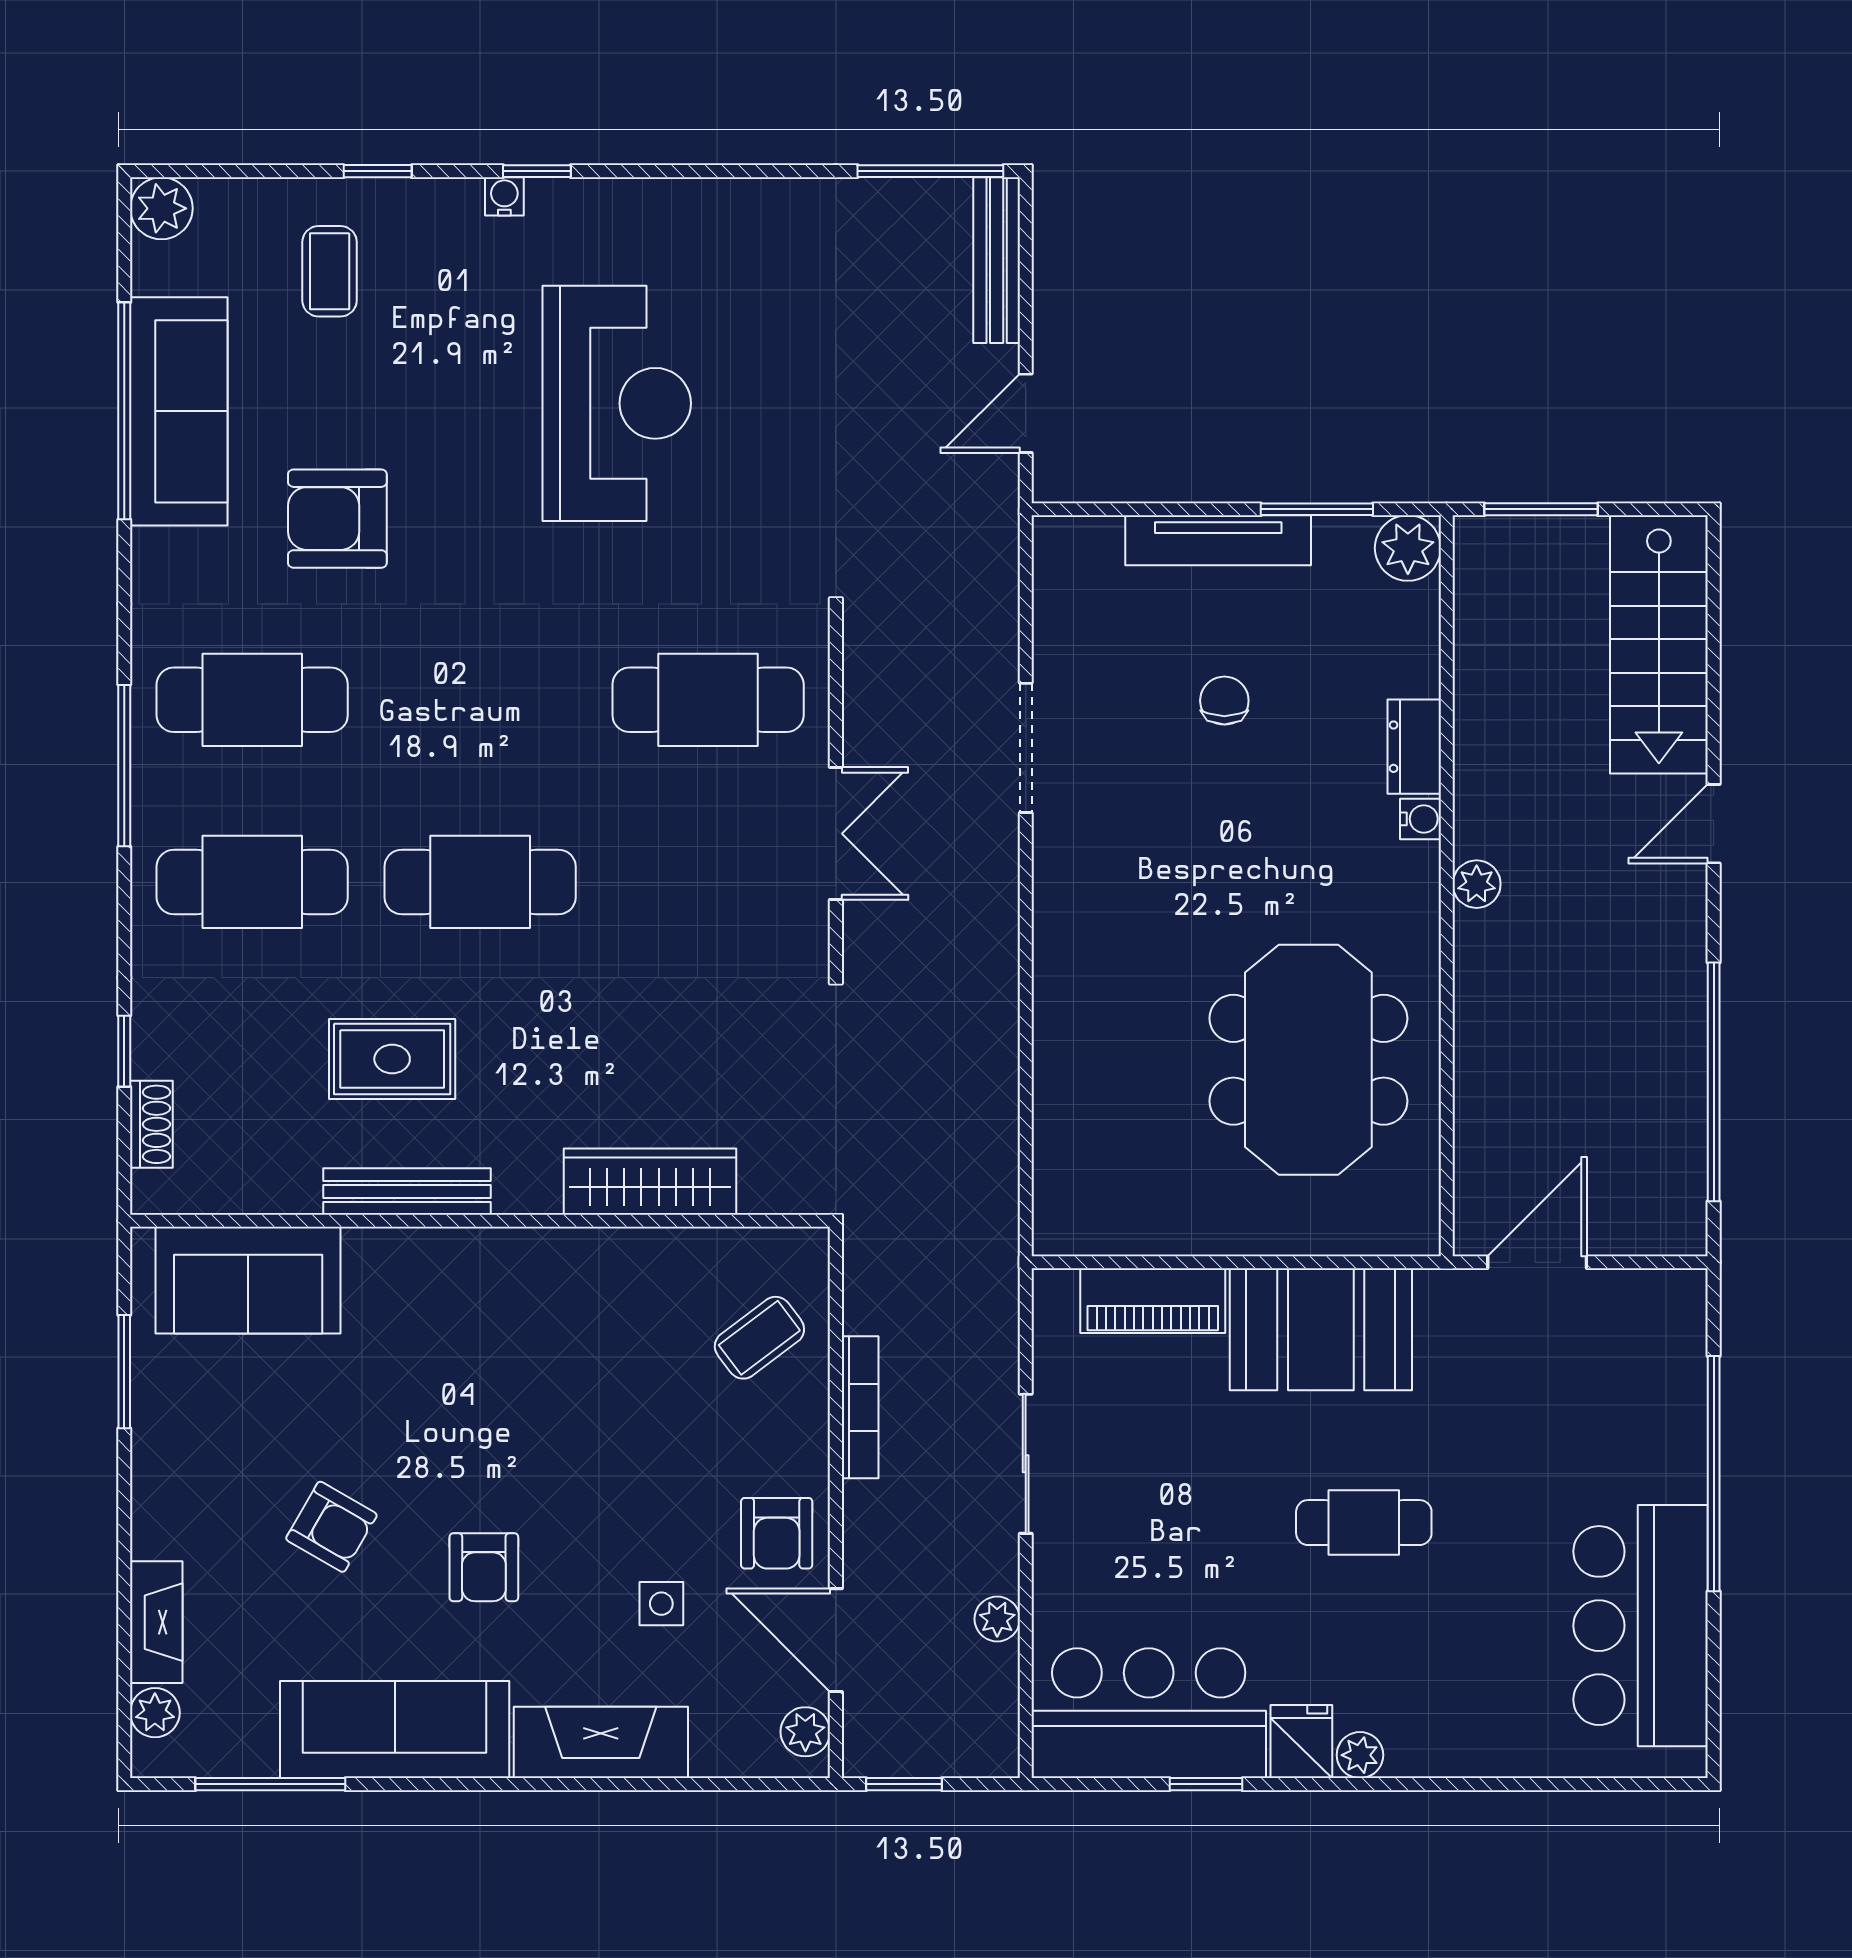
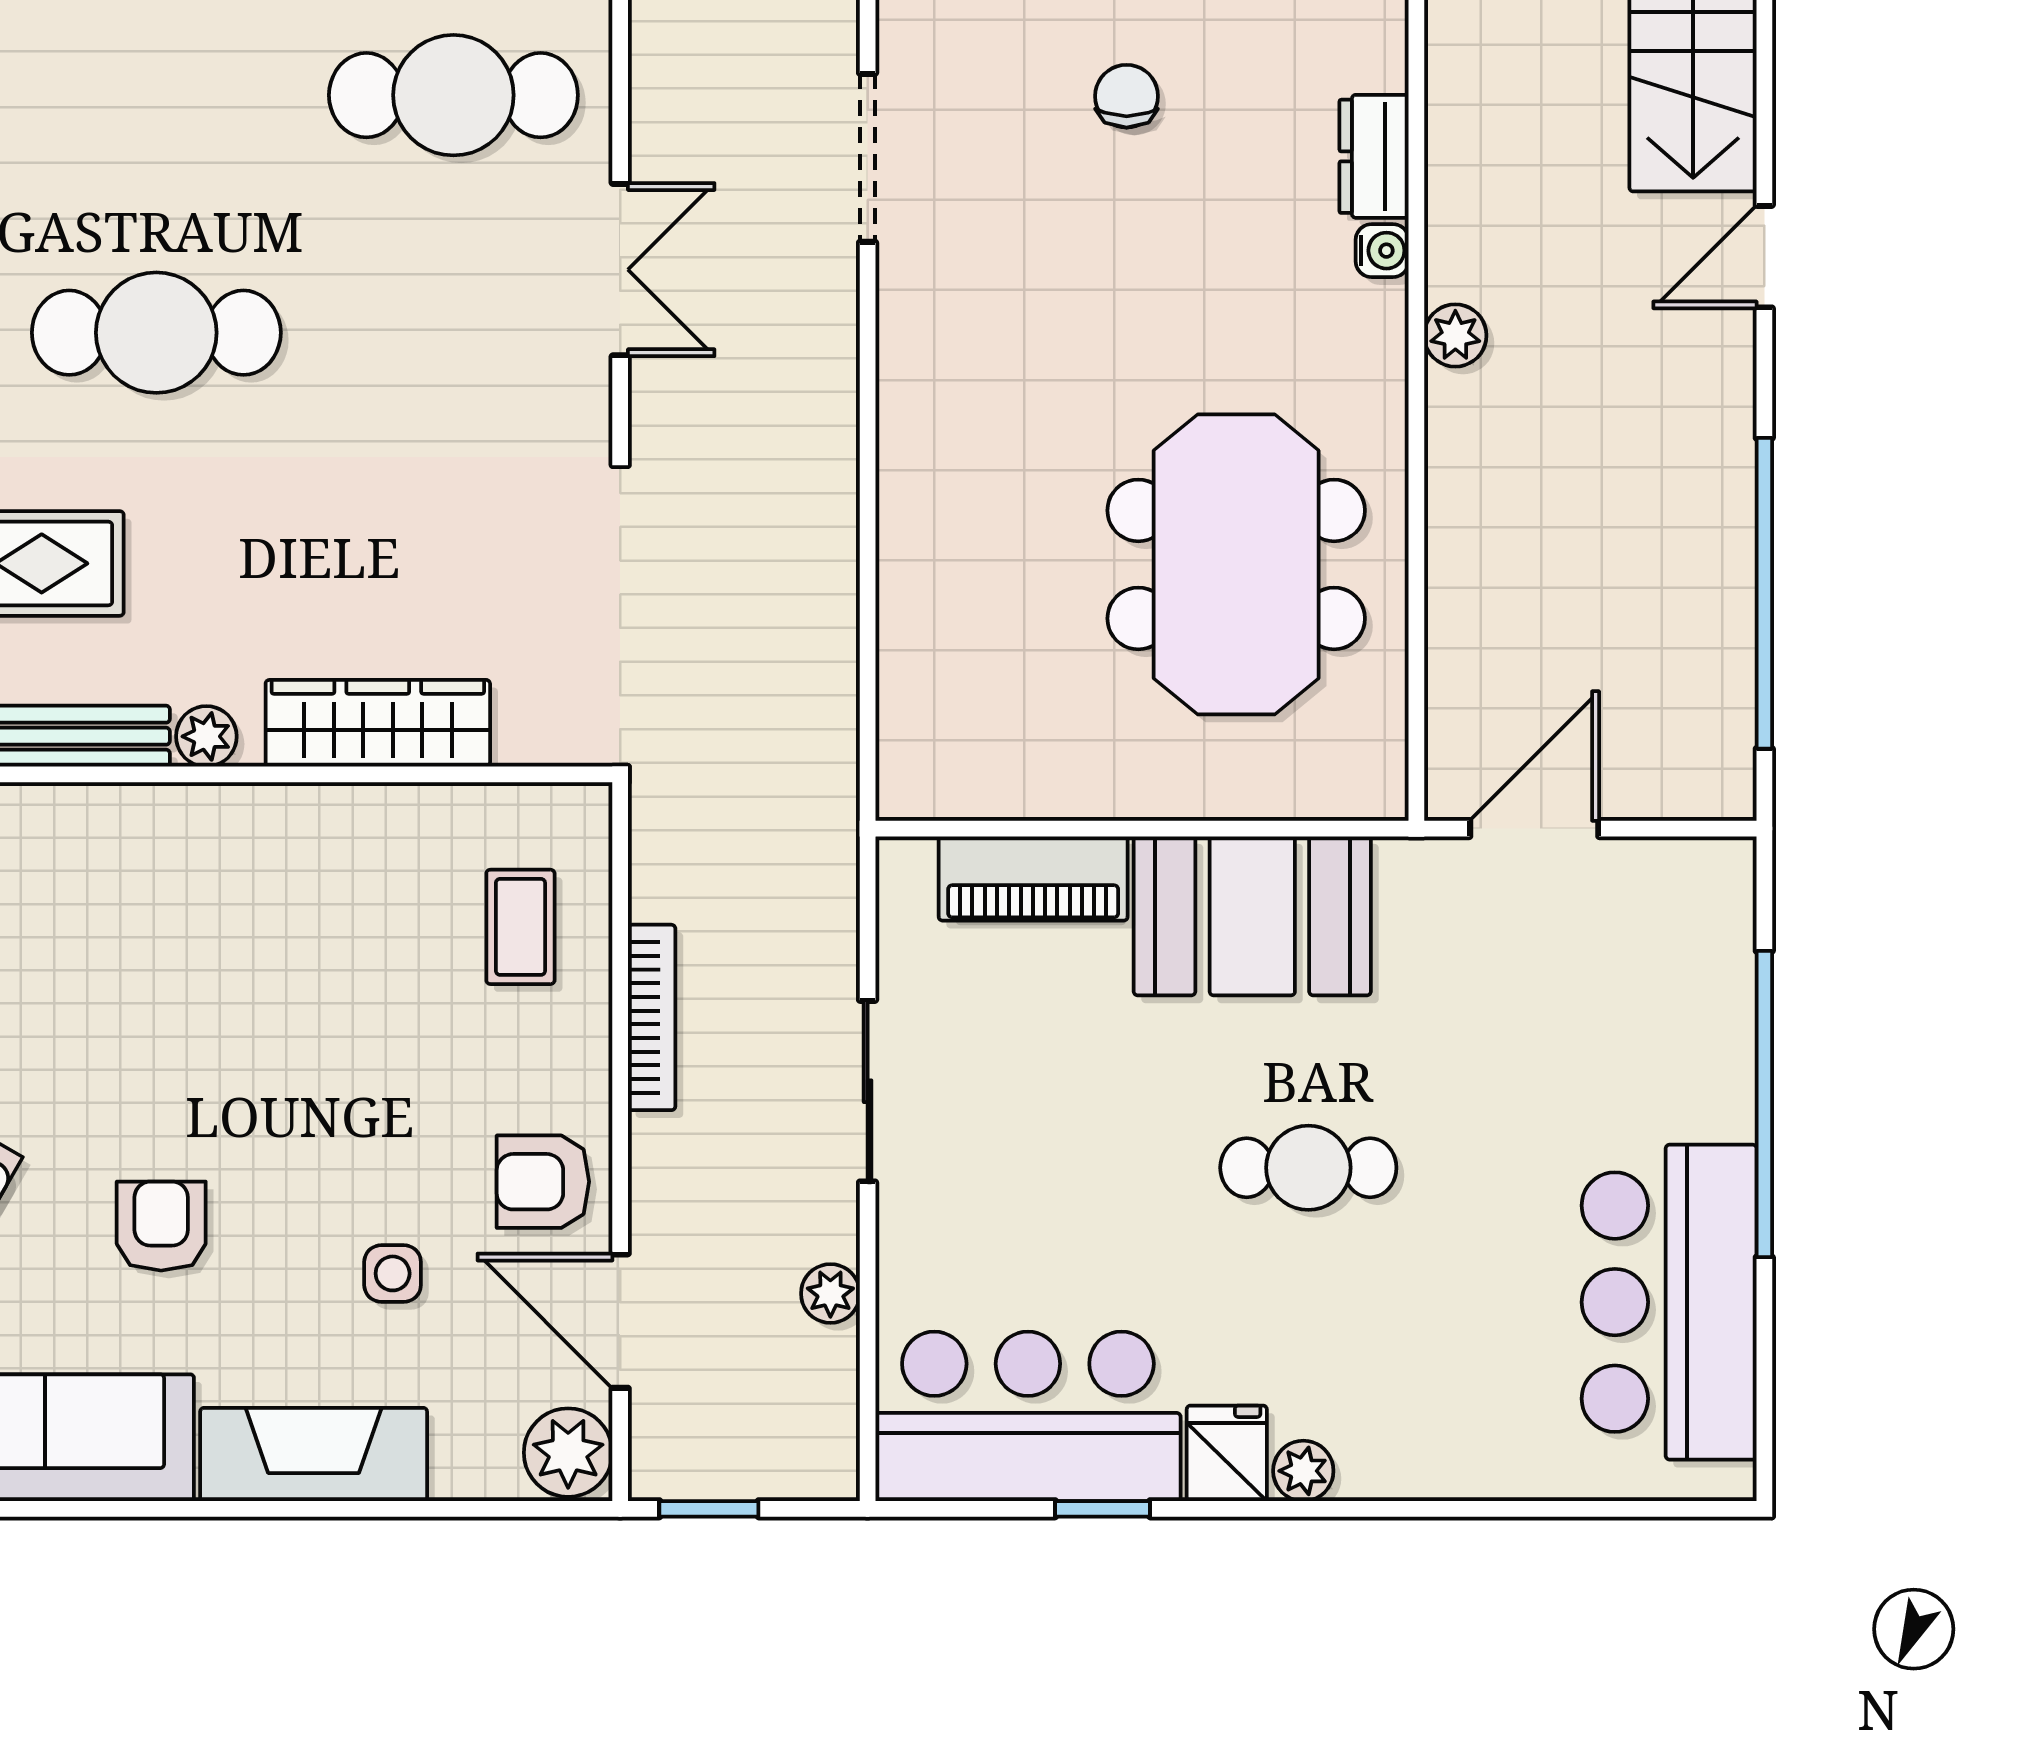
plant: (519, 1192) -> (206, 736), added
coffee table: (759, 1338) -> (520, 927), turned -53
armchair: (777, 1533) -> (543, 1182), turned 90
armchair: (484, 1567) -> (161, 1226), turned 180
plant: (805, 1732) -> (568, 1453), width x1.38, depth x1.38

